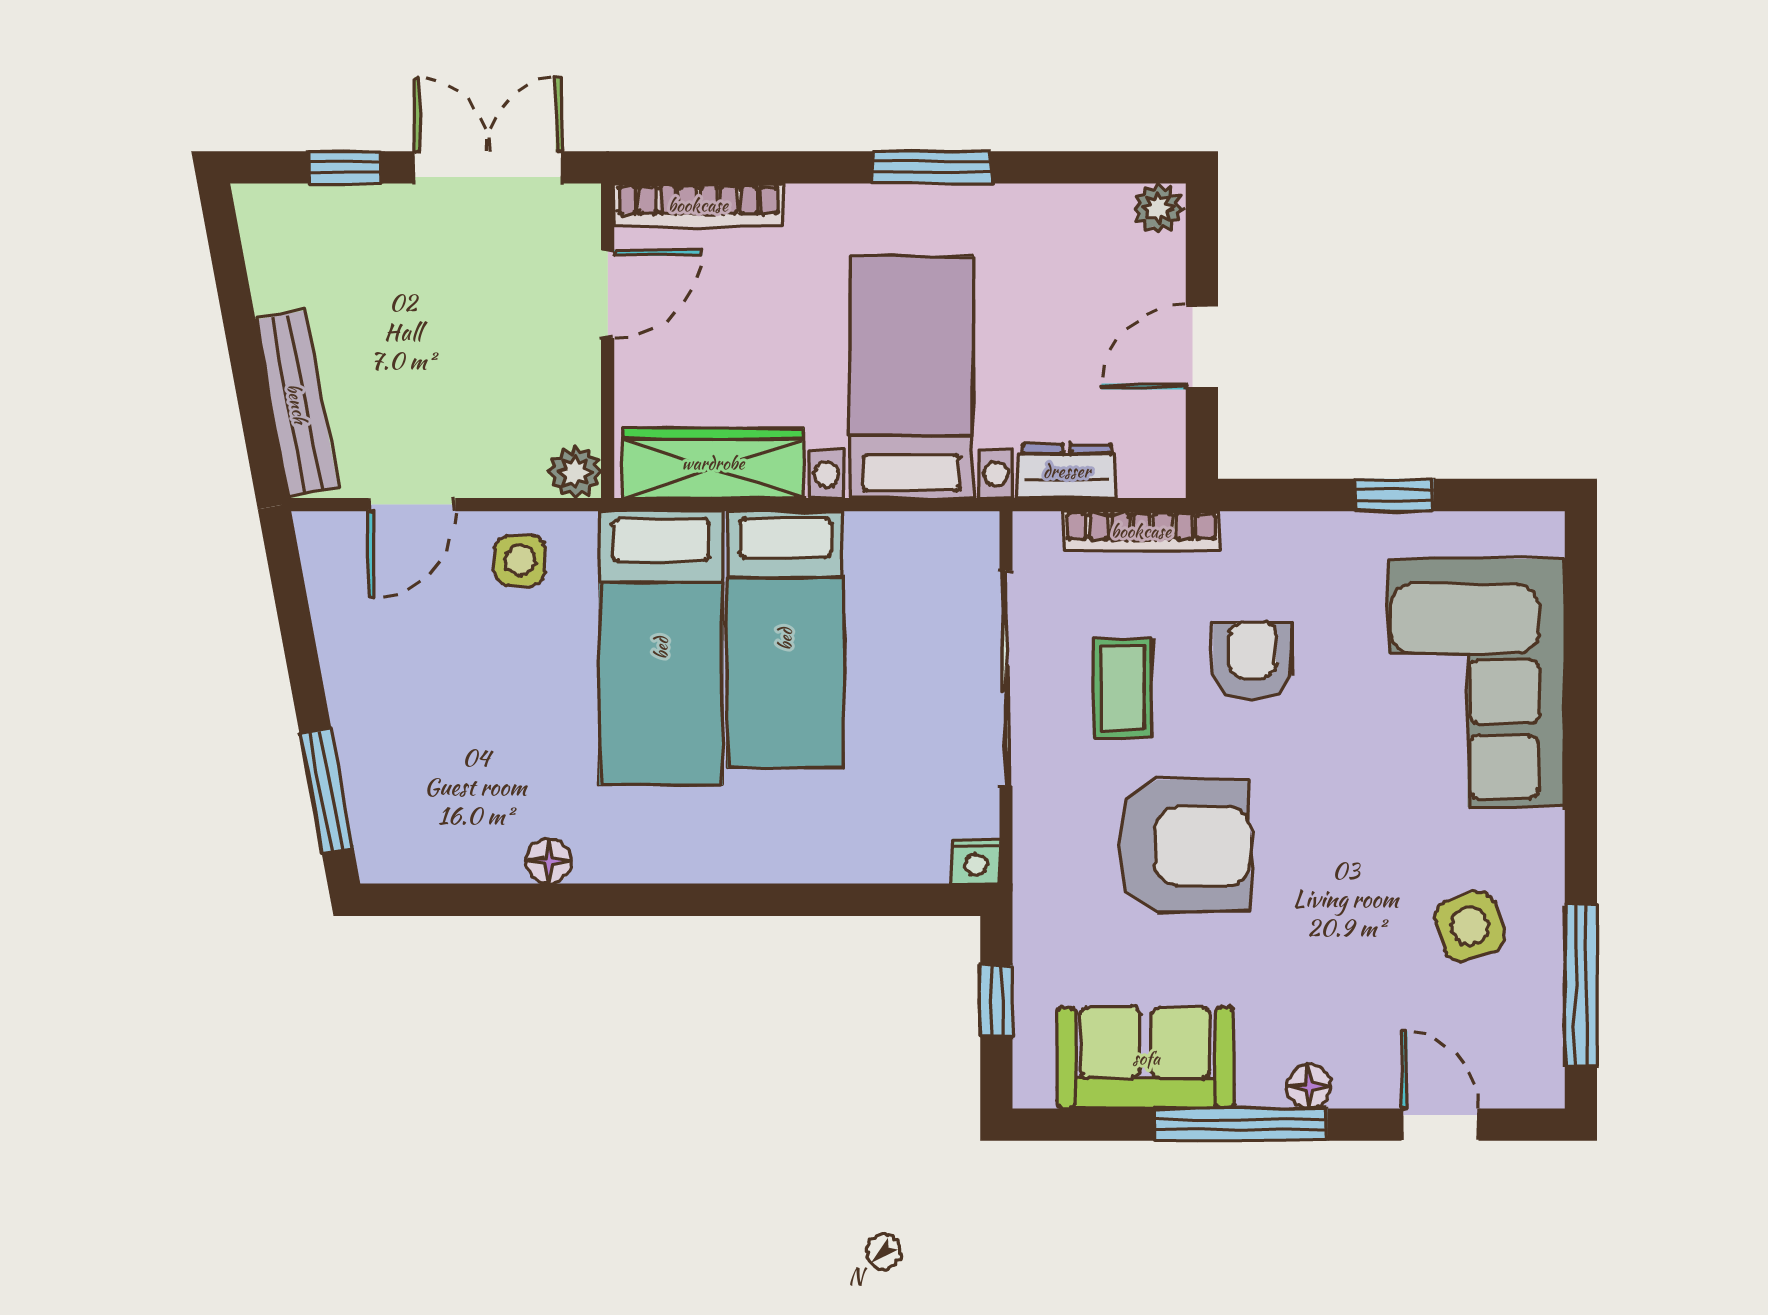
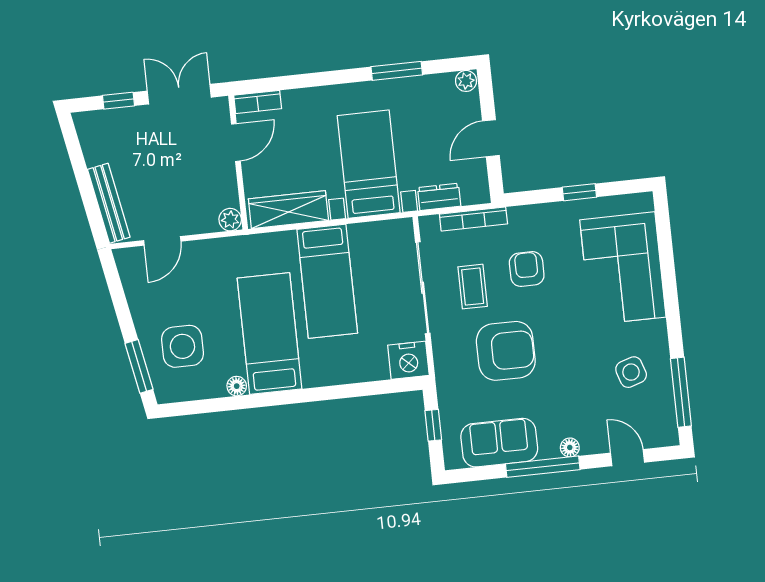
window: (932, 167) -> (397, 71), moved
bookcase: (698, 205) -> (258, 102), width x0.64
side table: (520, 560) -> (182, 346), moved, width x1.87, depth x1.87
bed: (661, 648) -> (270, 334), moved, turned 180
nightstand: (976, 861) -> (408, 360), width x1.89, depth x1.79

